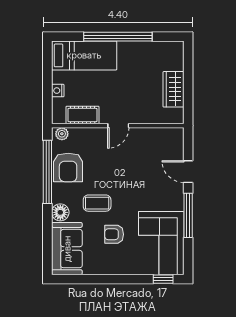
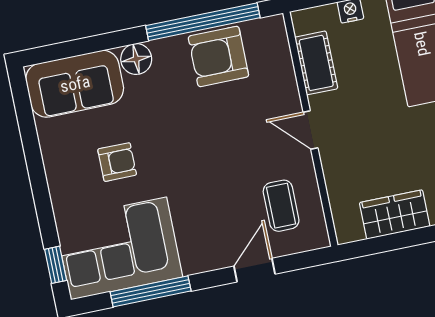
plant: (62, 134) -> (276, 33), removed
coffee table: (97, 203) -> (281, 206), moved
window: (188, 215) -> (151, 291), moved
armchair: (114, 234) -> (117, 162), turned 90

